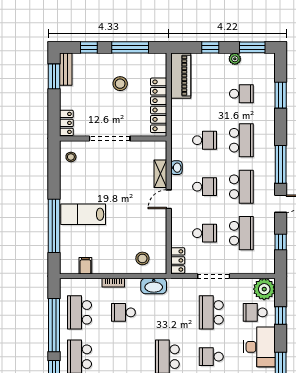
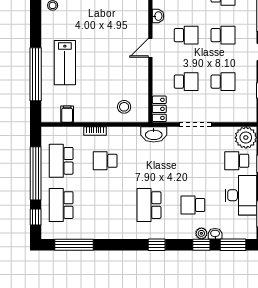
shelving: (160, 174) -> (142, 22), removed
school desk: (241, 187) -> (223, 35), width x0.54
lab bench: (83, 214) -> (65, 63), turned -90
school desk: (241, 233) -> (223, 82), width x0.54
washbasin: (154, 286) -> (154, 134), moved
school desk: (211, 312) -> (193, 161), removed

